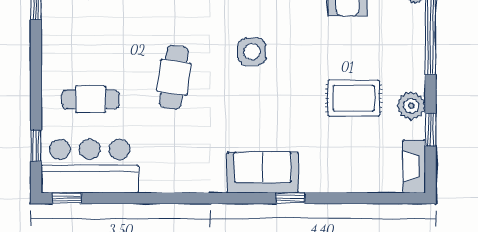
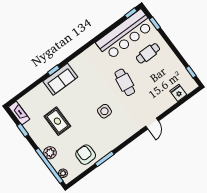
rug: (354, 98) -> (57, 121), turned 90
plant: (411, 106) -> (50, 153), moved
bar counter: (90, 166) -> (125, 35), width x1.36
sofa: (263, 173) -> (60, 79), moved

